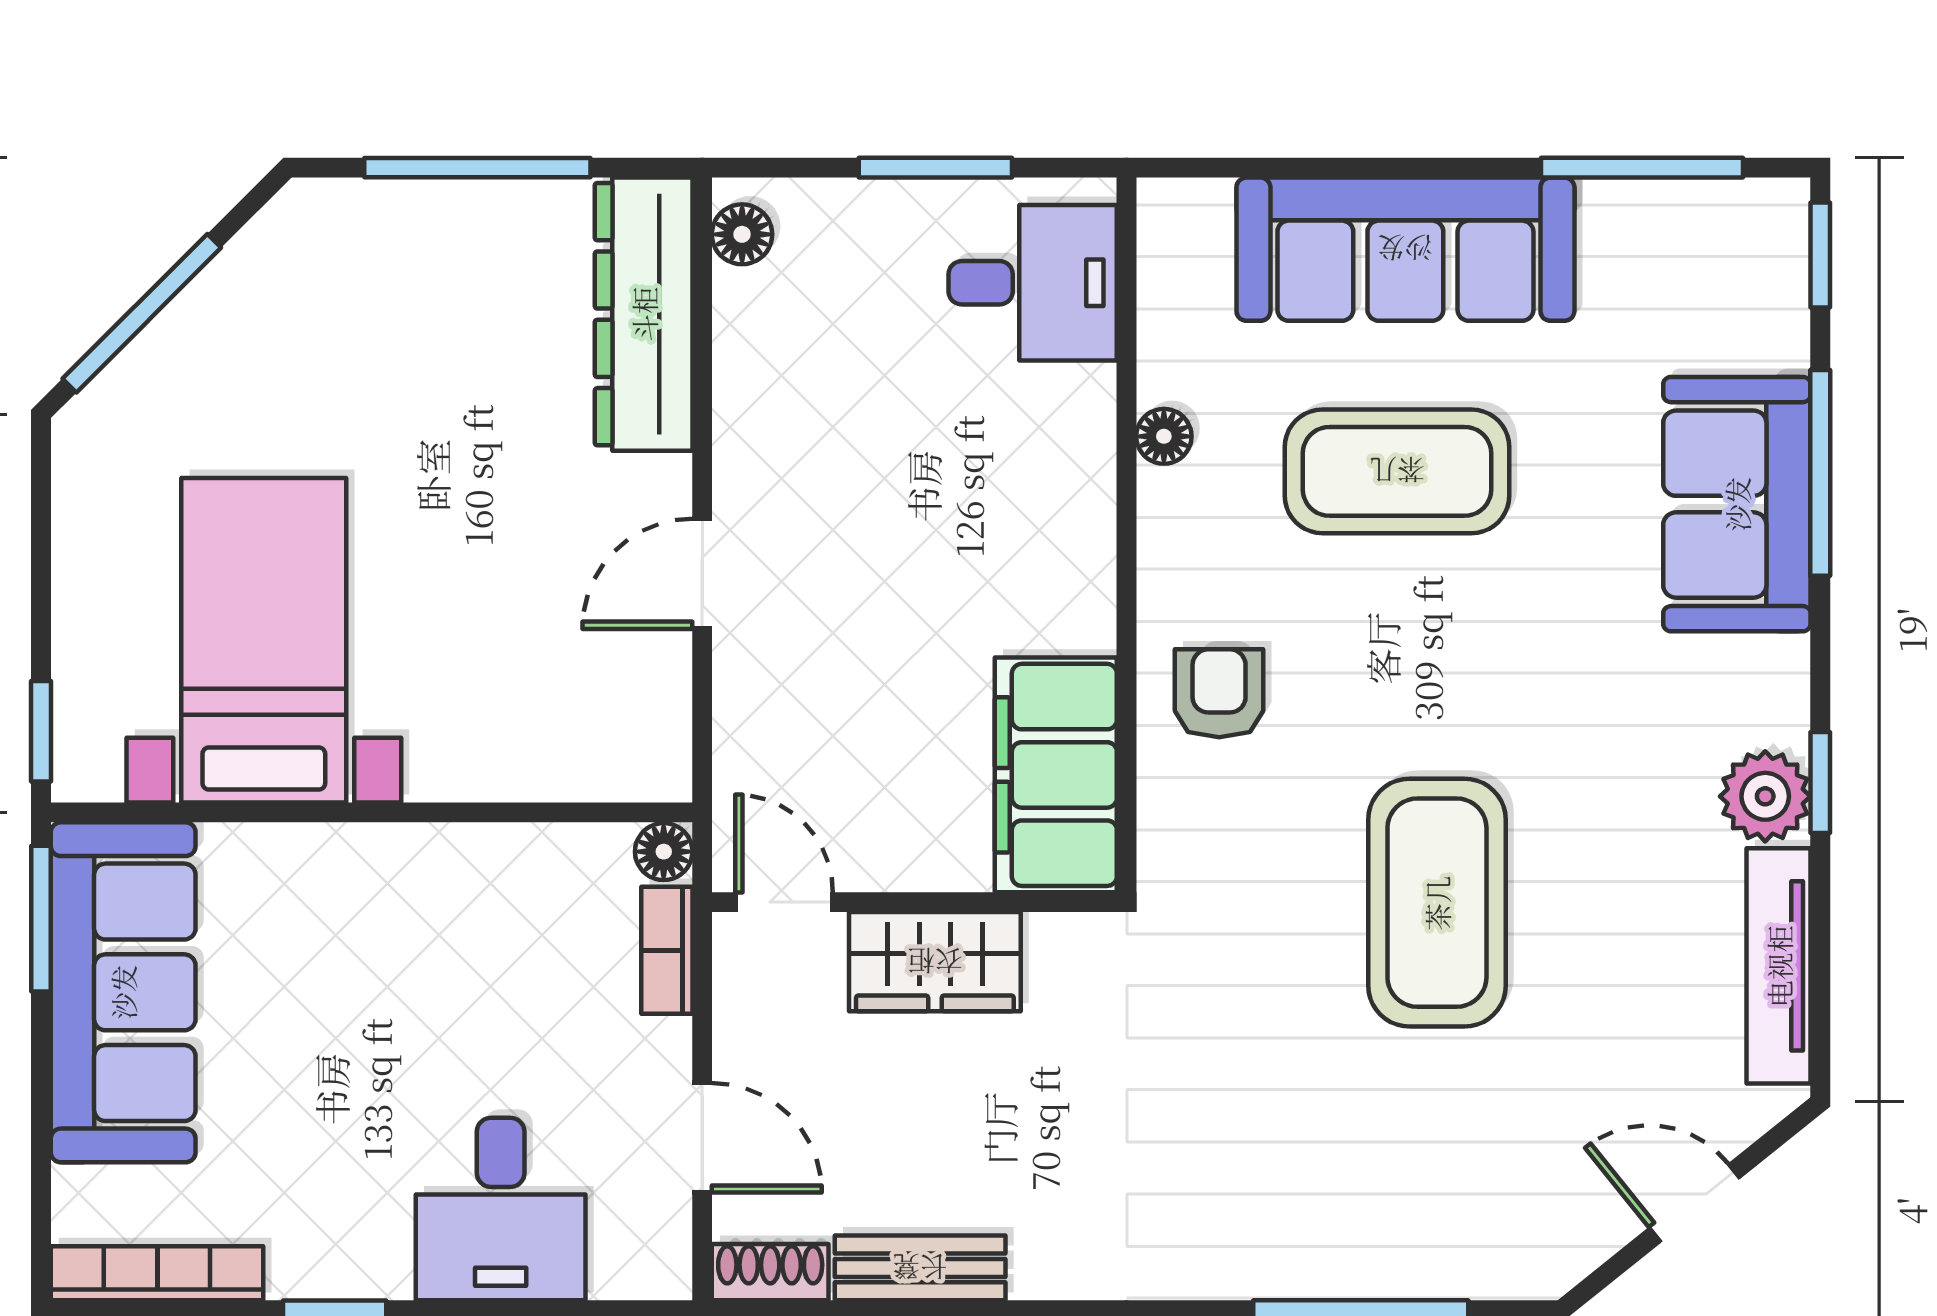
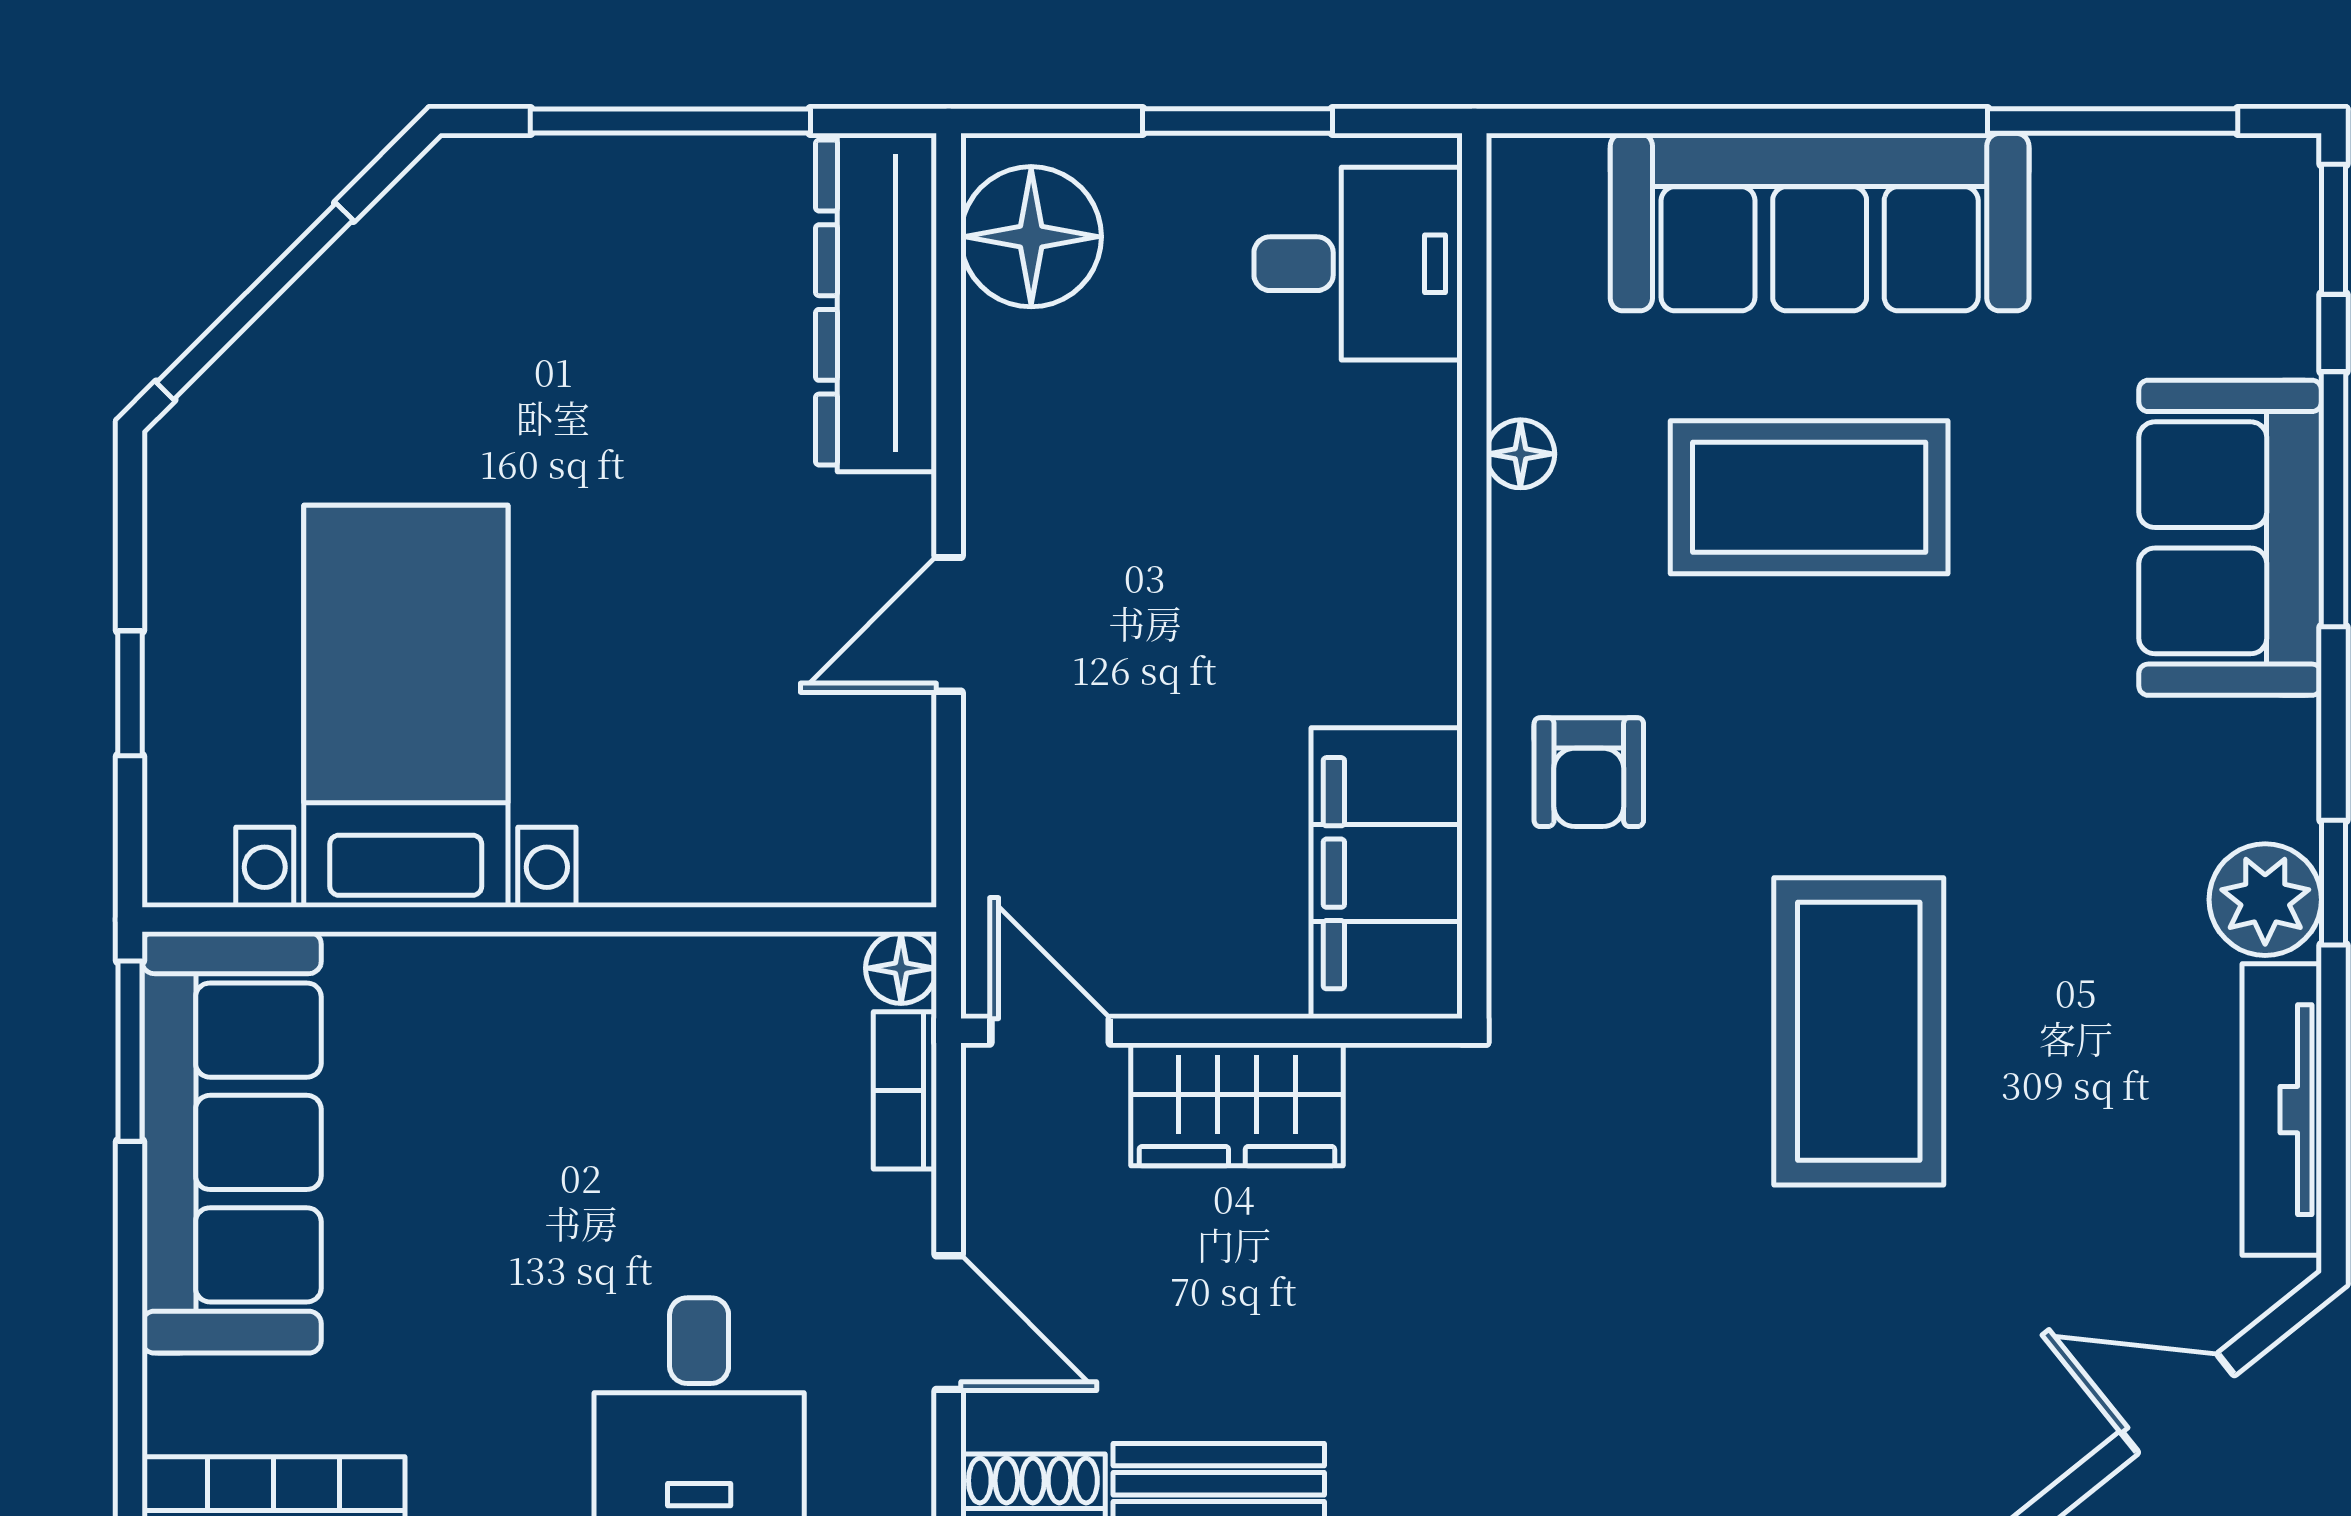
floor lamp: (742, 234) -> (1031, 237), width x1.89, depth x1.89
armchair: (1219, 693) -> (1589, 772), turned 180
window: (41, 731) -> (130, 693), moved

